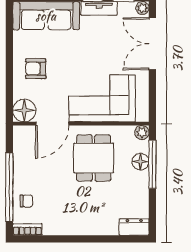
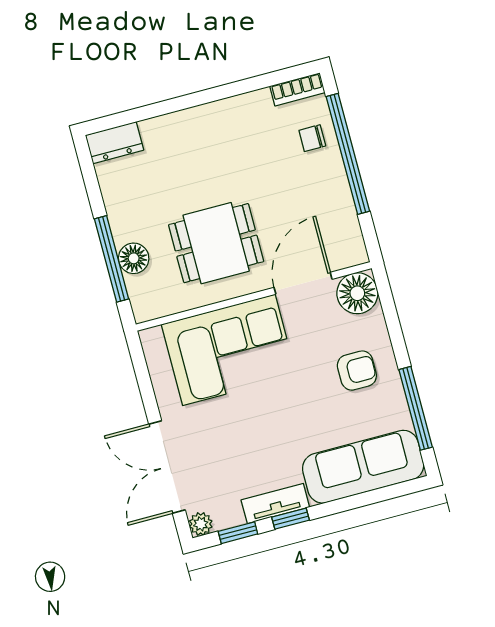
window: (9, 40) -> (416, 408), added
double door: (152, 44) -> (167, 467), swing flipped
plant: (142, 132) -> (145, 309), removed
dining table: (94, 158) -> (216, 243), turned 90

